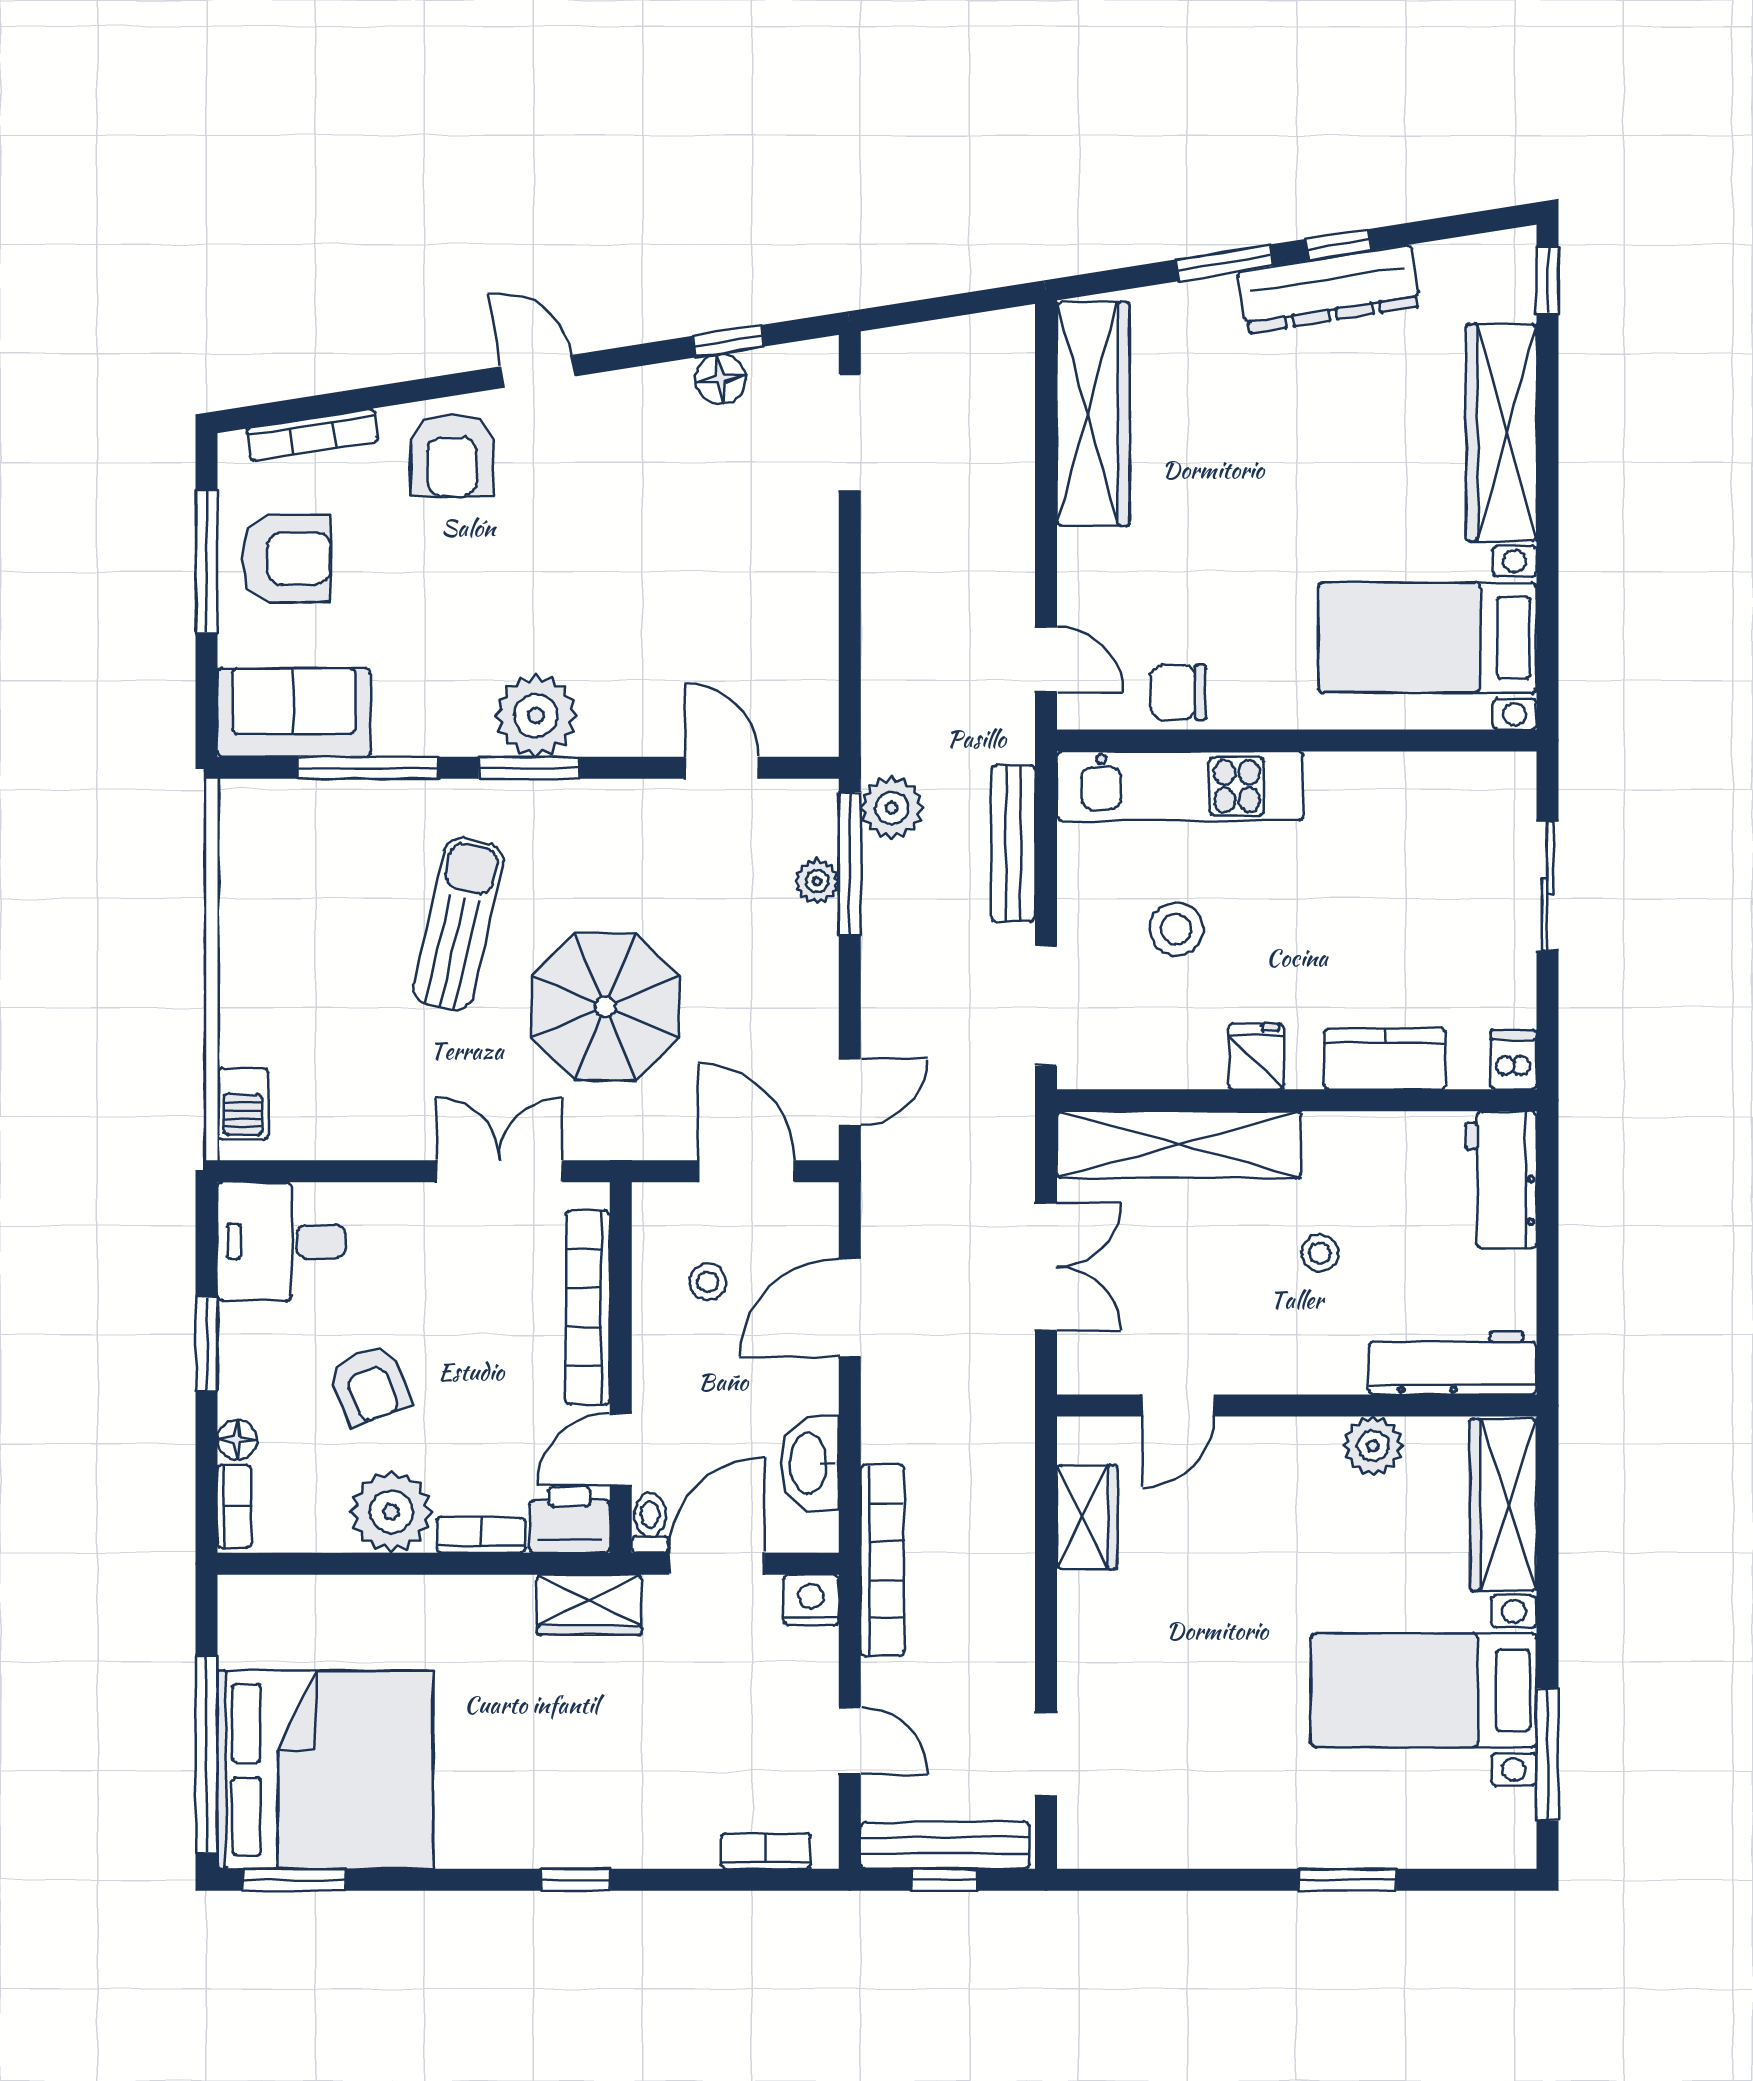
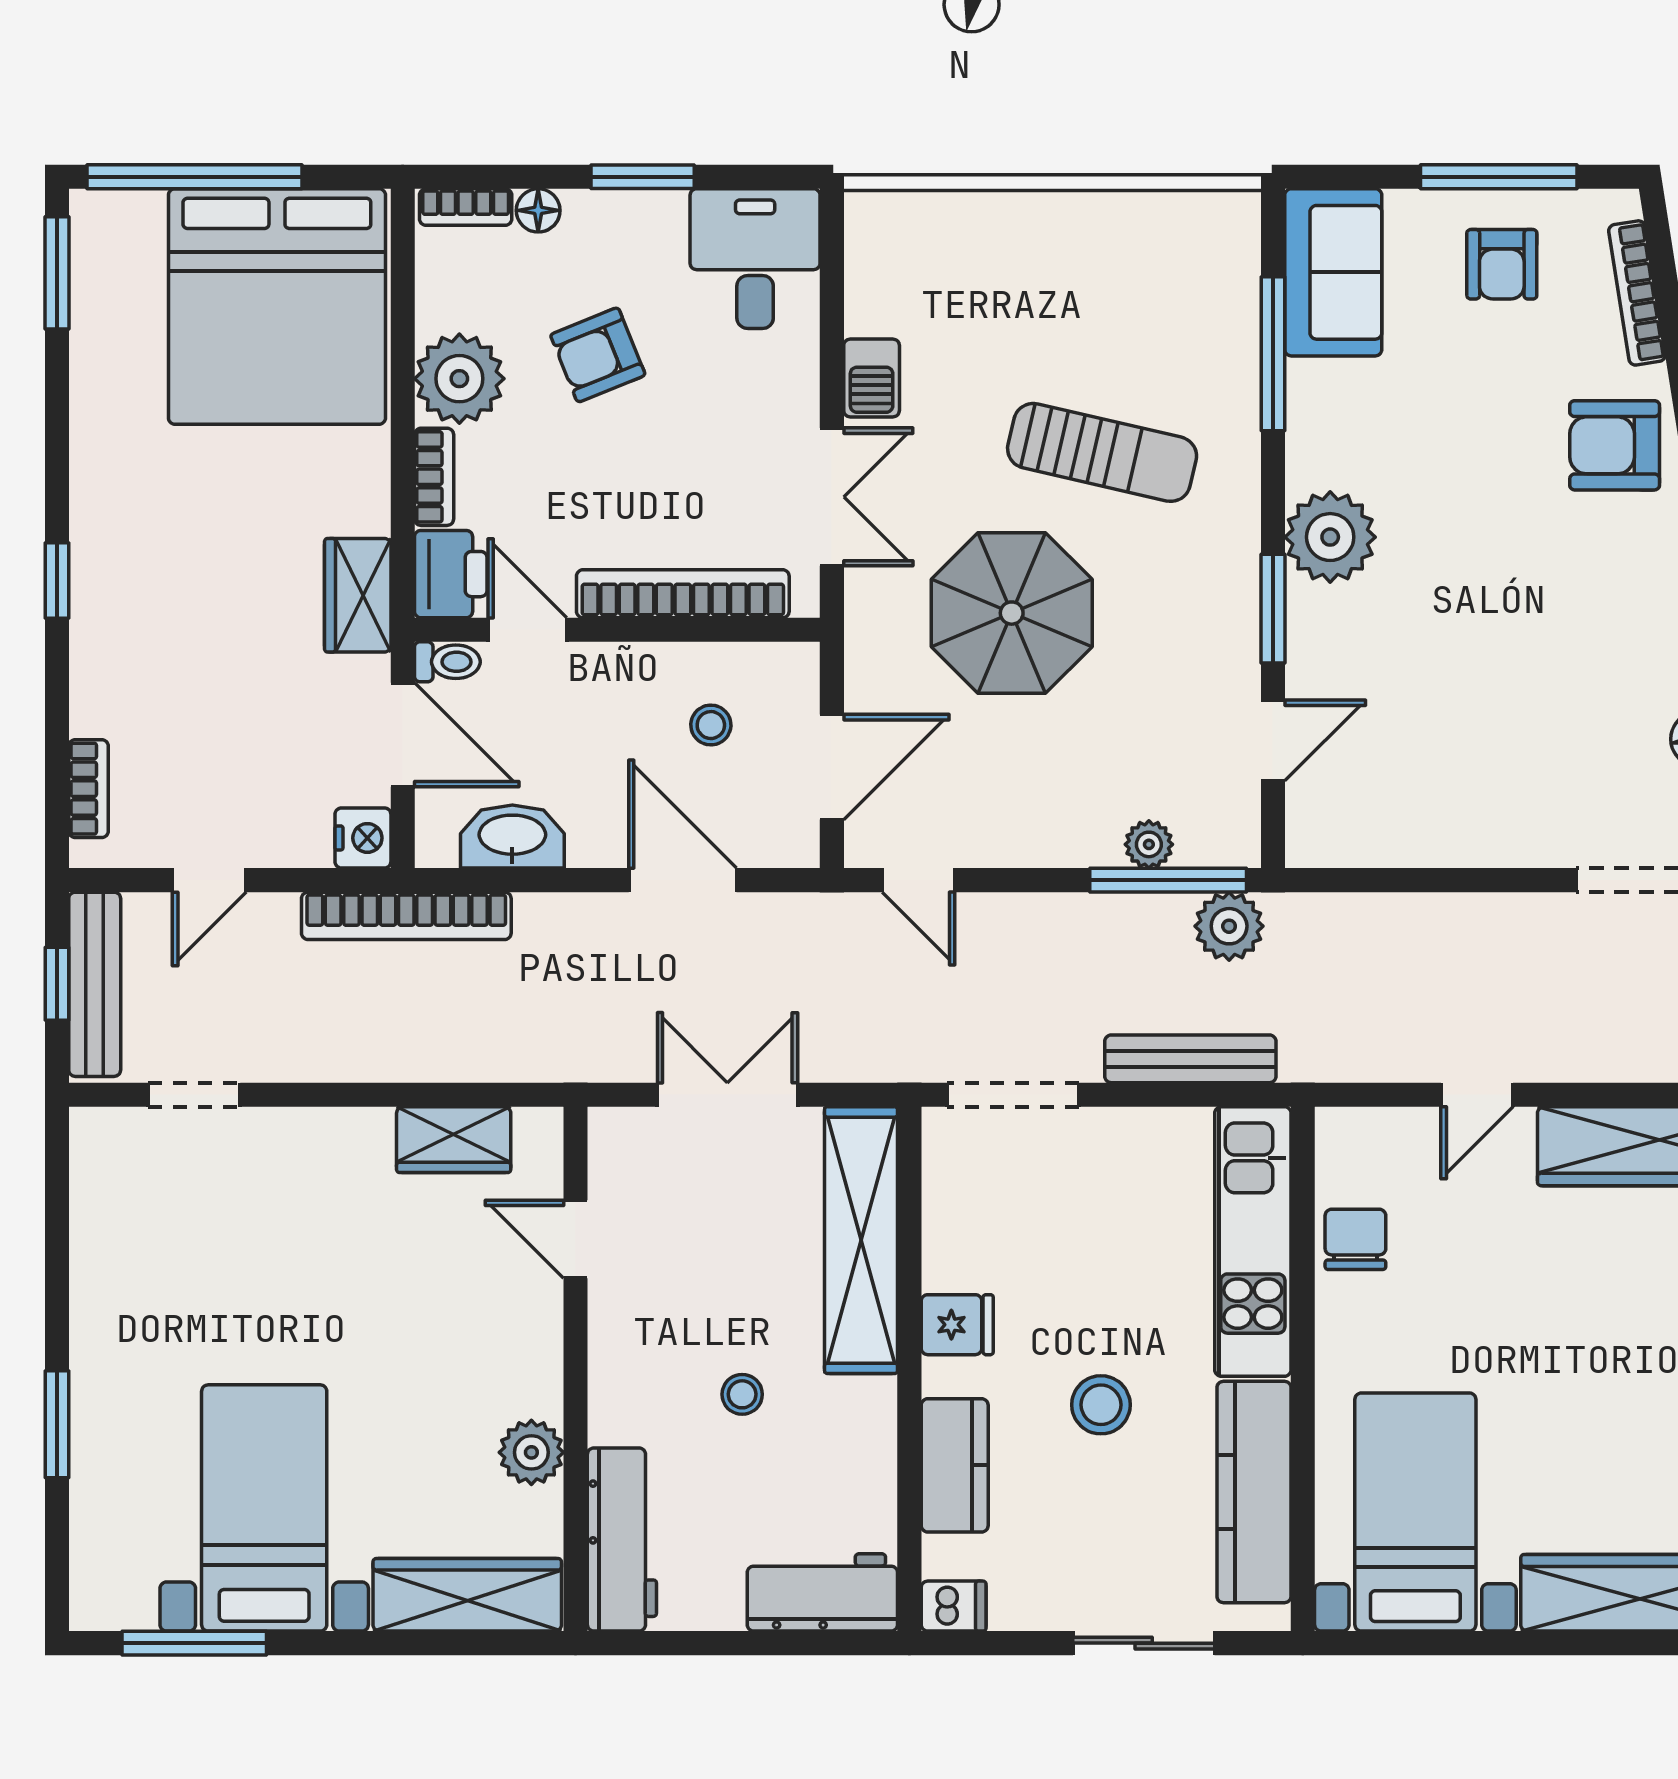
armchair: (287, 558) -> (1502, 264), width x0.72, depth x0.72
door: (1046, 659) -> (1477, 1095), moved
window: (529, 768) -> (1273, 609), moved
kitchen counter: (1409, 785) -> (1254, 1492), added
stool: (1176, 929) -> (1101, 1405), moved
barbecue: (243, 1104) -> (872, 378), moved, turned -90
double door: (1046, 1267) -> (727, 1095), swing flipped
bed: (325, 1770) -> (277, 307), moved

